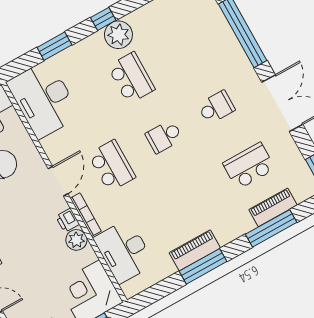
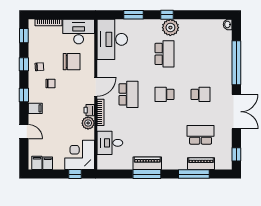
desk: (124, 251) -> (110, 143), width x0.73

